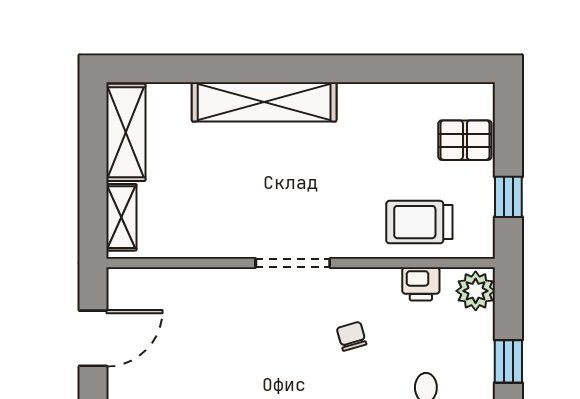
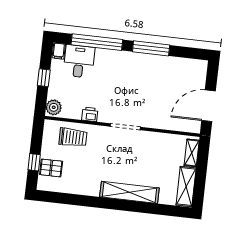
window: (508, 197) -> (34, 162), moved
printer: (421, 284) -> (90, 114), moved
chair: (352, 336) -> (105, 95), removed
door: (93, 338) -> (209, 106), width x1.36

